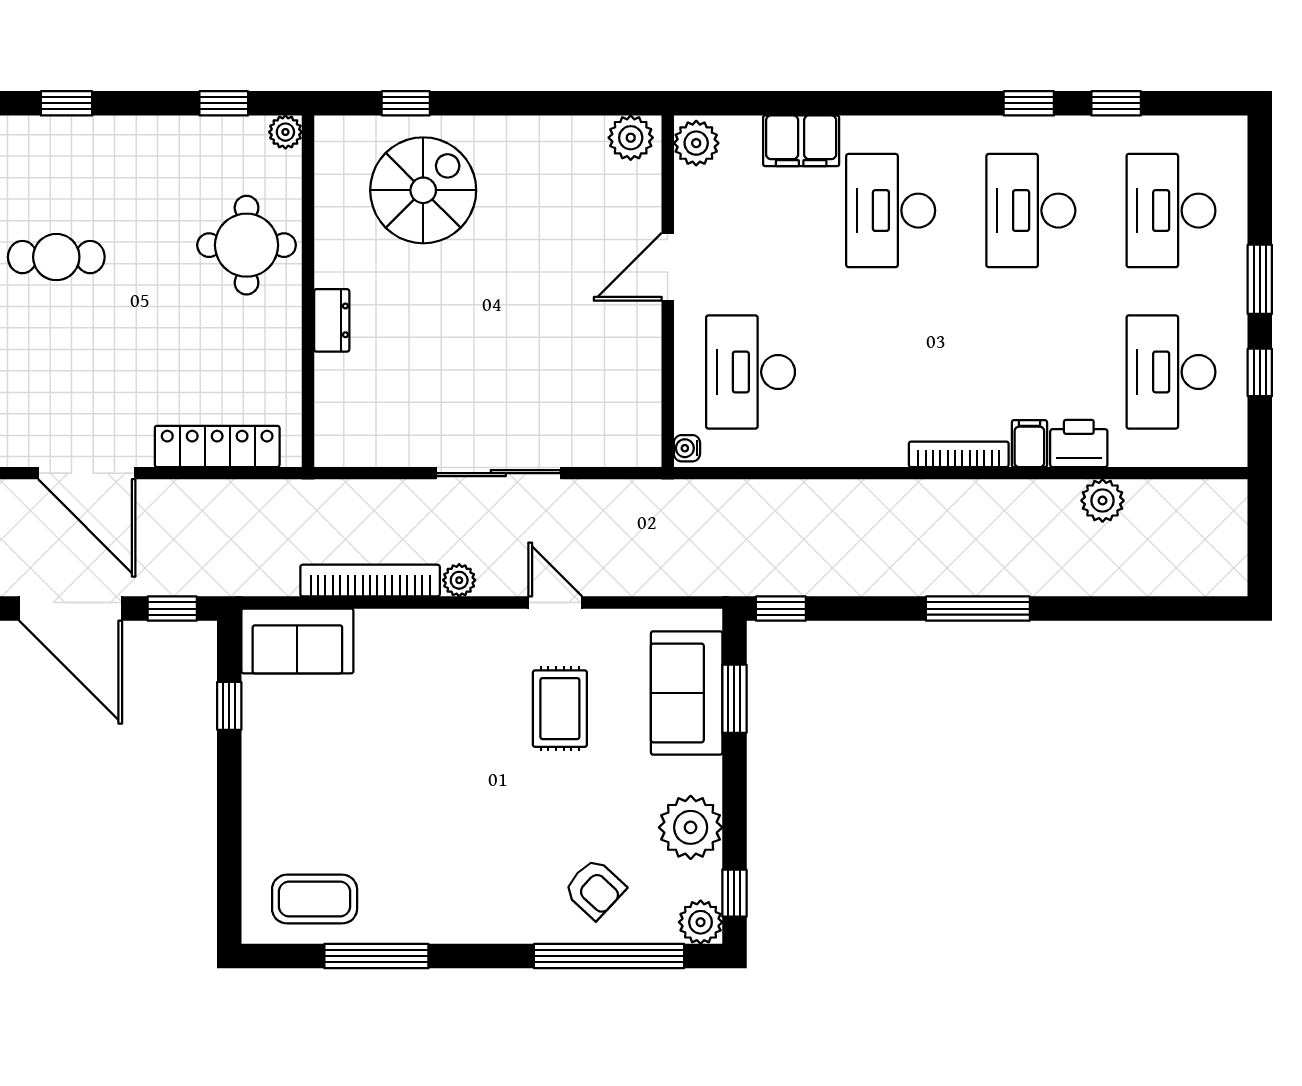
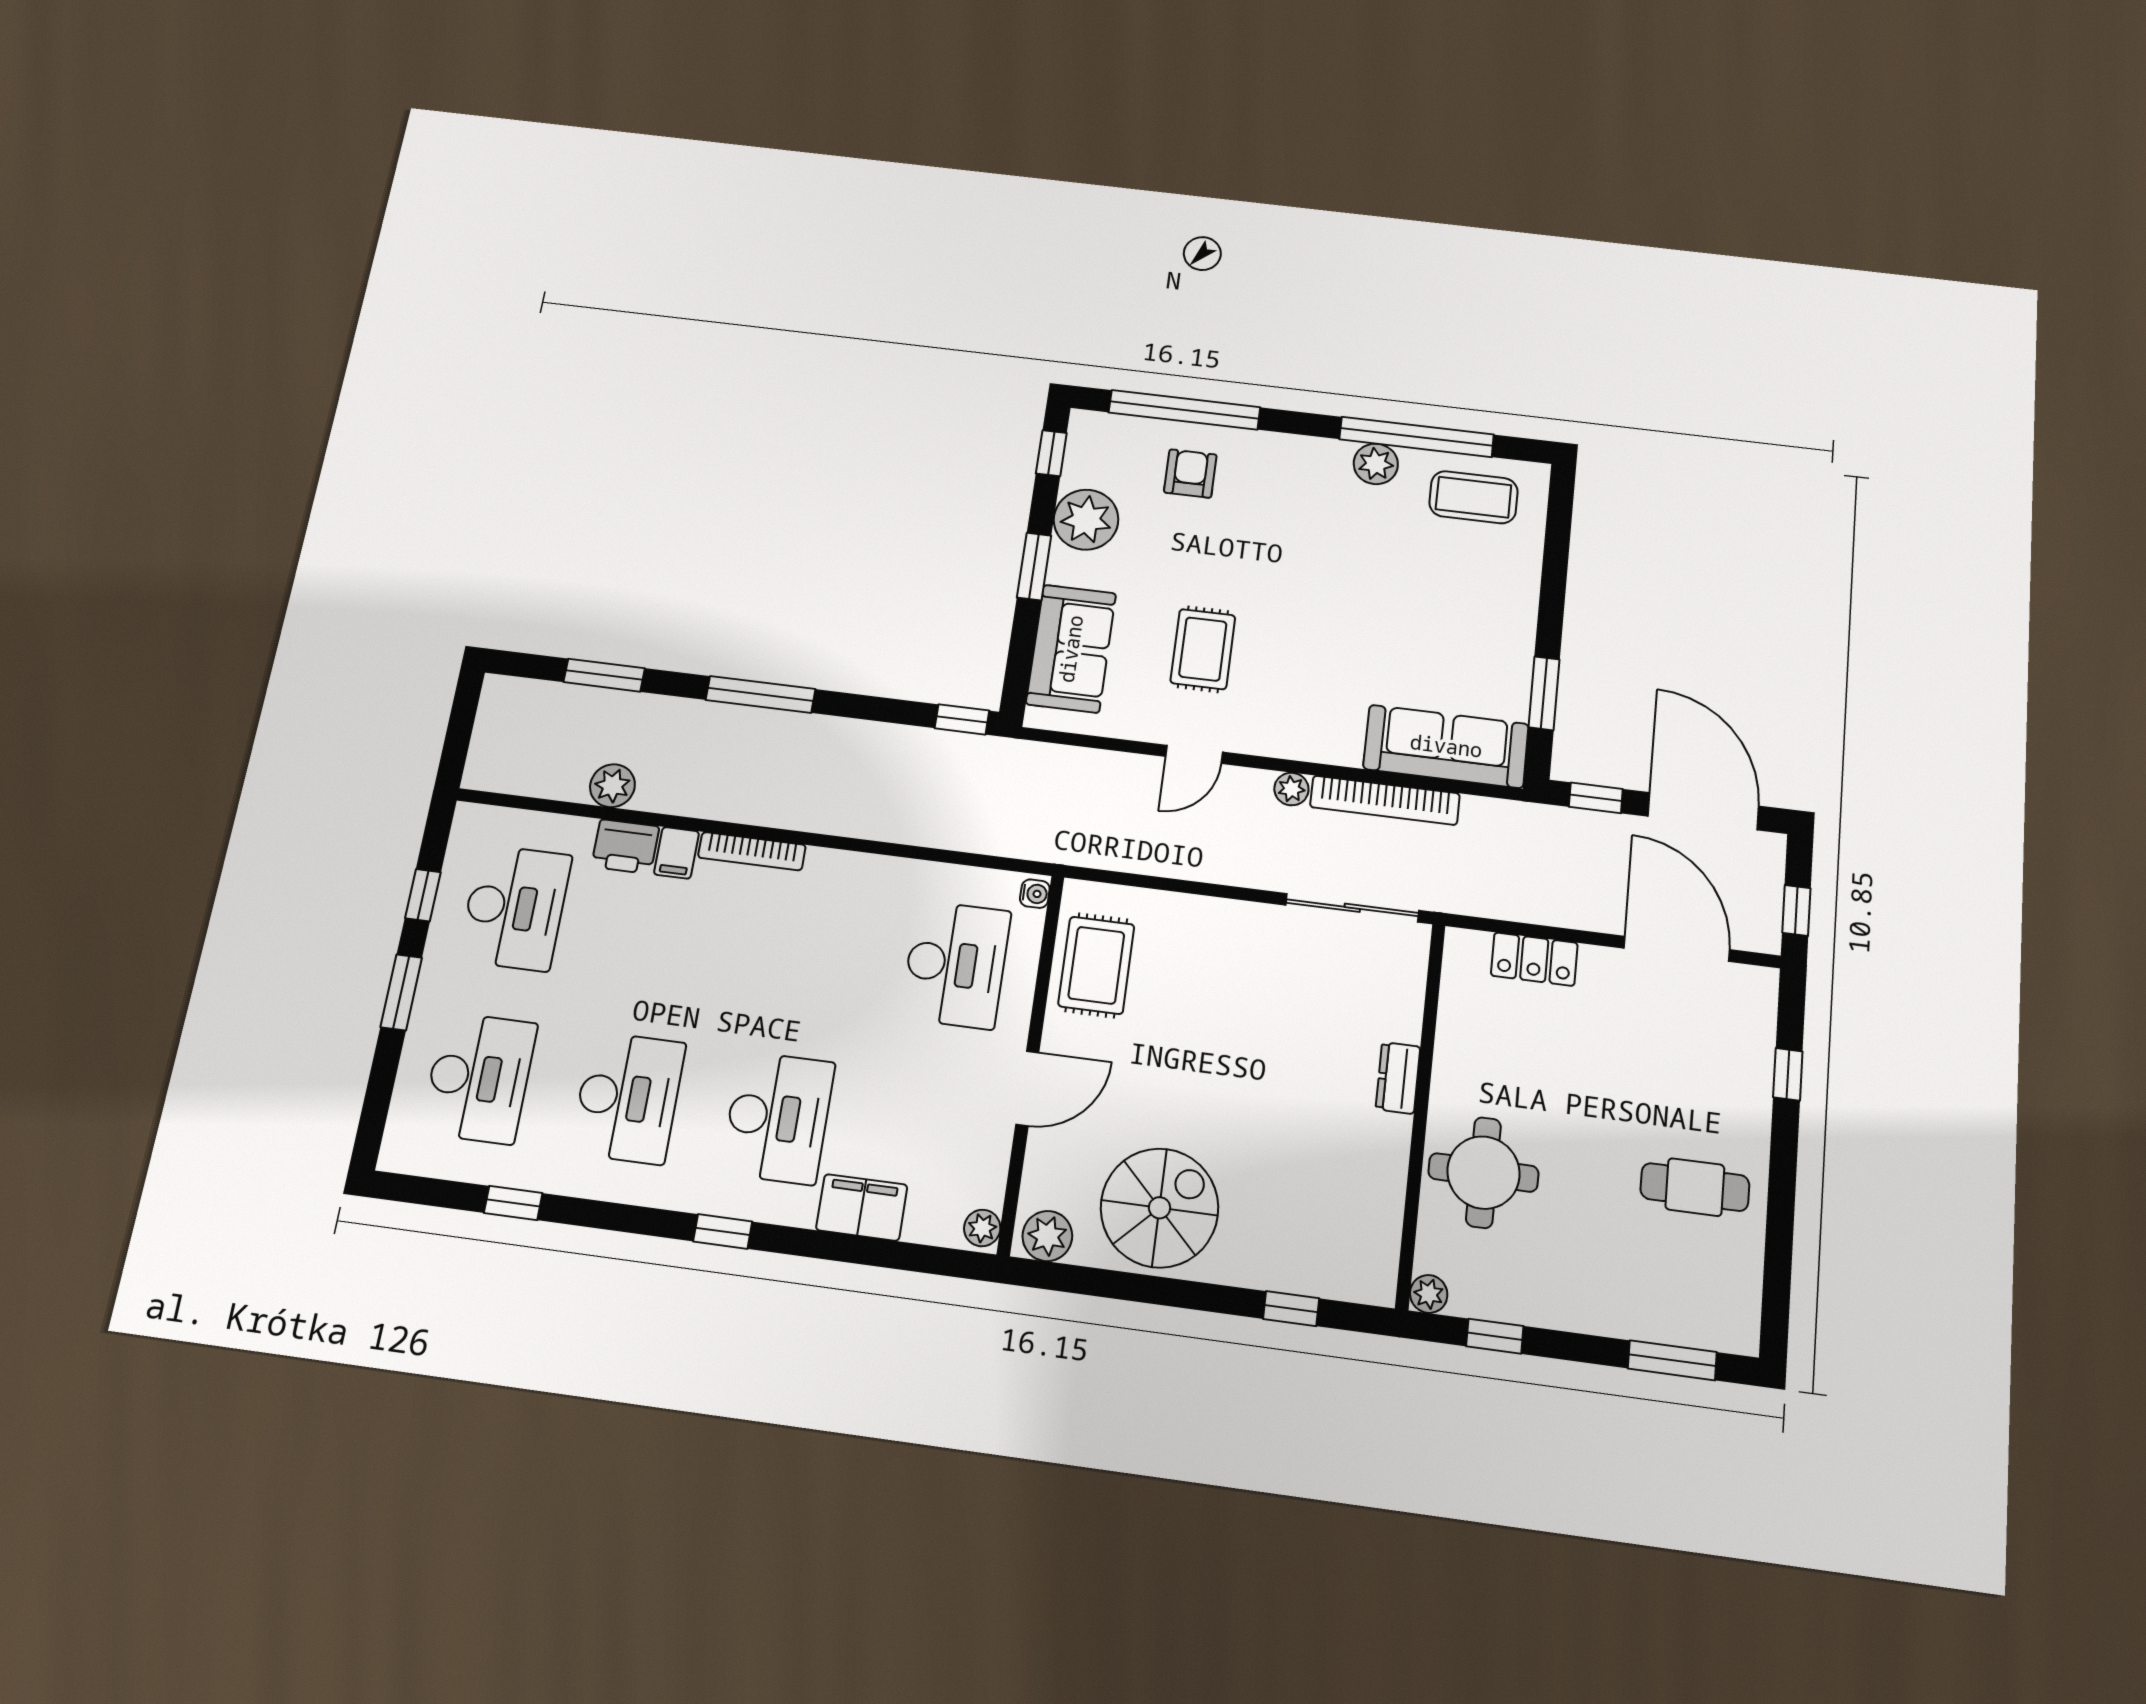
window: (67, 103) -> (1672, 1360), width x1.50
window: (1029, 103) -> (723, 1231), moved
plant: (696, 143) -> (982, 1228), width x0.73, depth x0.73
spiral stairs: (423, 190) -> (1160, 1208), moved, turned 180
rug: (620, 388) -> (1096, 965), added
locker: (217, 446) -> (1534, 959), width x0.66
sliding door: (498, 473) -> (1352, 908), moved
door: (555, 602) -> (1194, 754), hinge flipped
window: (1132, 609) -> (604, 675), added
sofa: (297, 641) -> (1446, 746), width x1.36
window: (734, 699) -> (1034, 566), moved
window: (229, 706) -> (1544, 693), width x1.50
armchair: (595, 889) -> (1190, 474), turned 47
plant: (701, 922) -> (1376, 464), moved
window: (376, 956) -> (1416, 437), width x1.46

